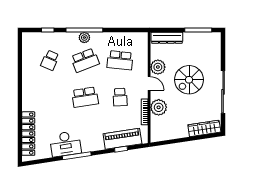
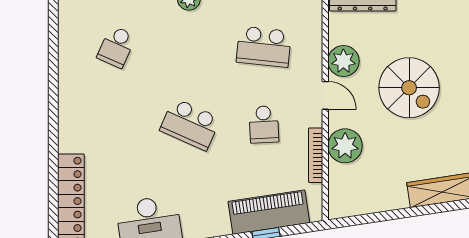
school desk: (85, 60) -> (190, 47), removed
spiral stairs: (189, 80) -> (409, 88), turned -90
school desk: (85, 97) -> (190, 124), turned 33

